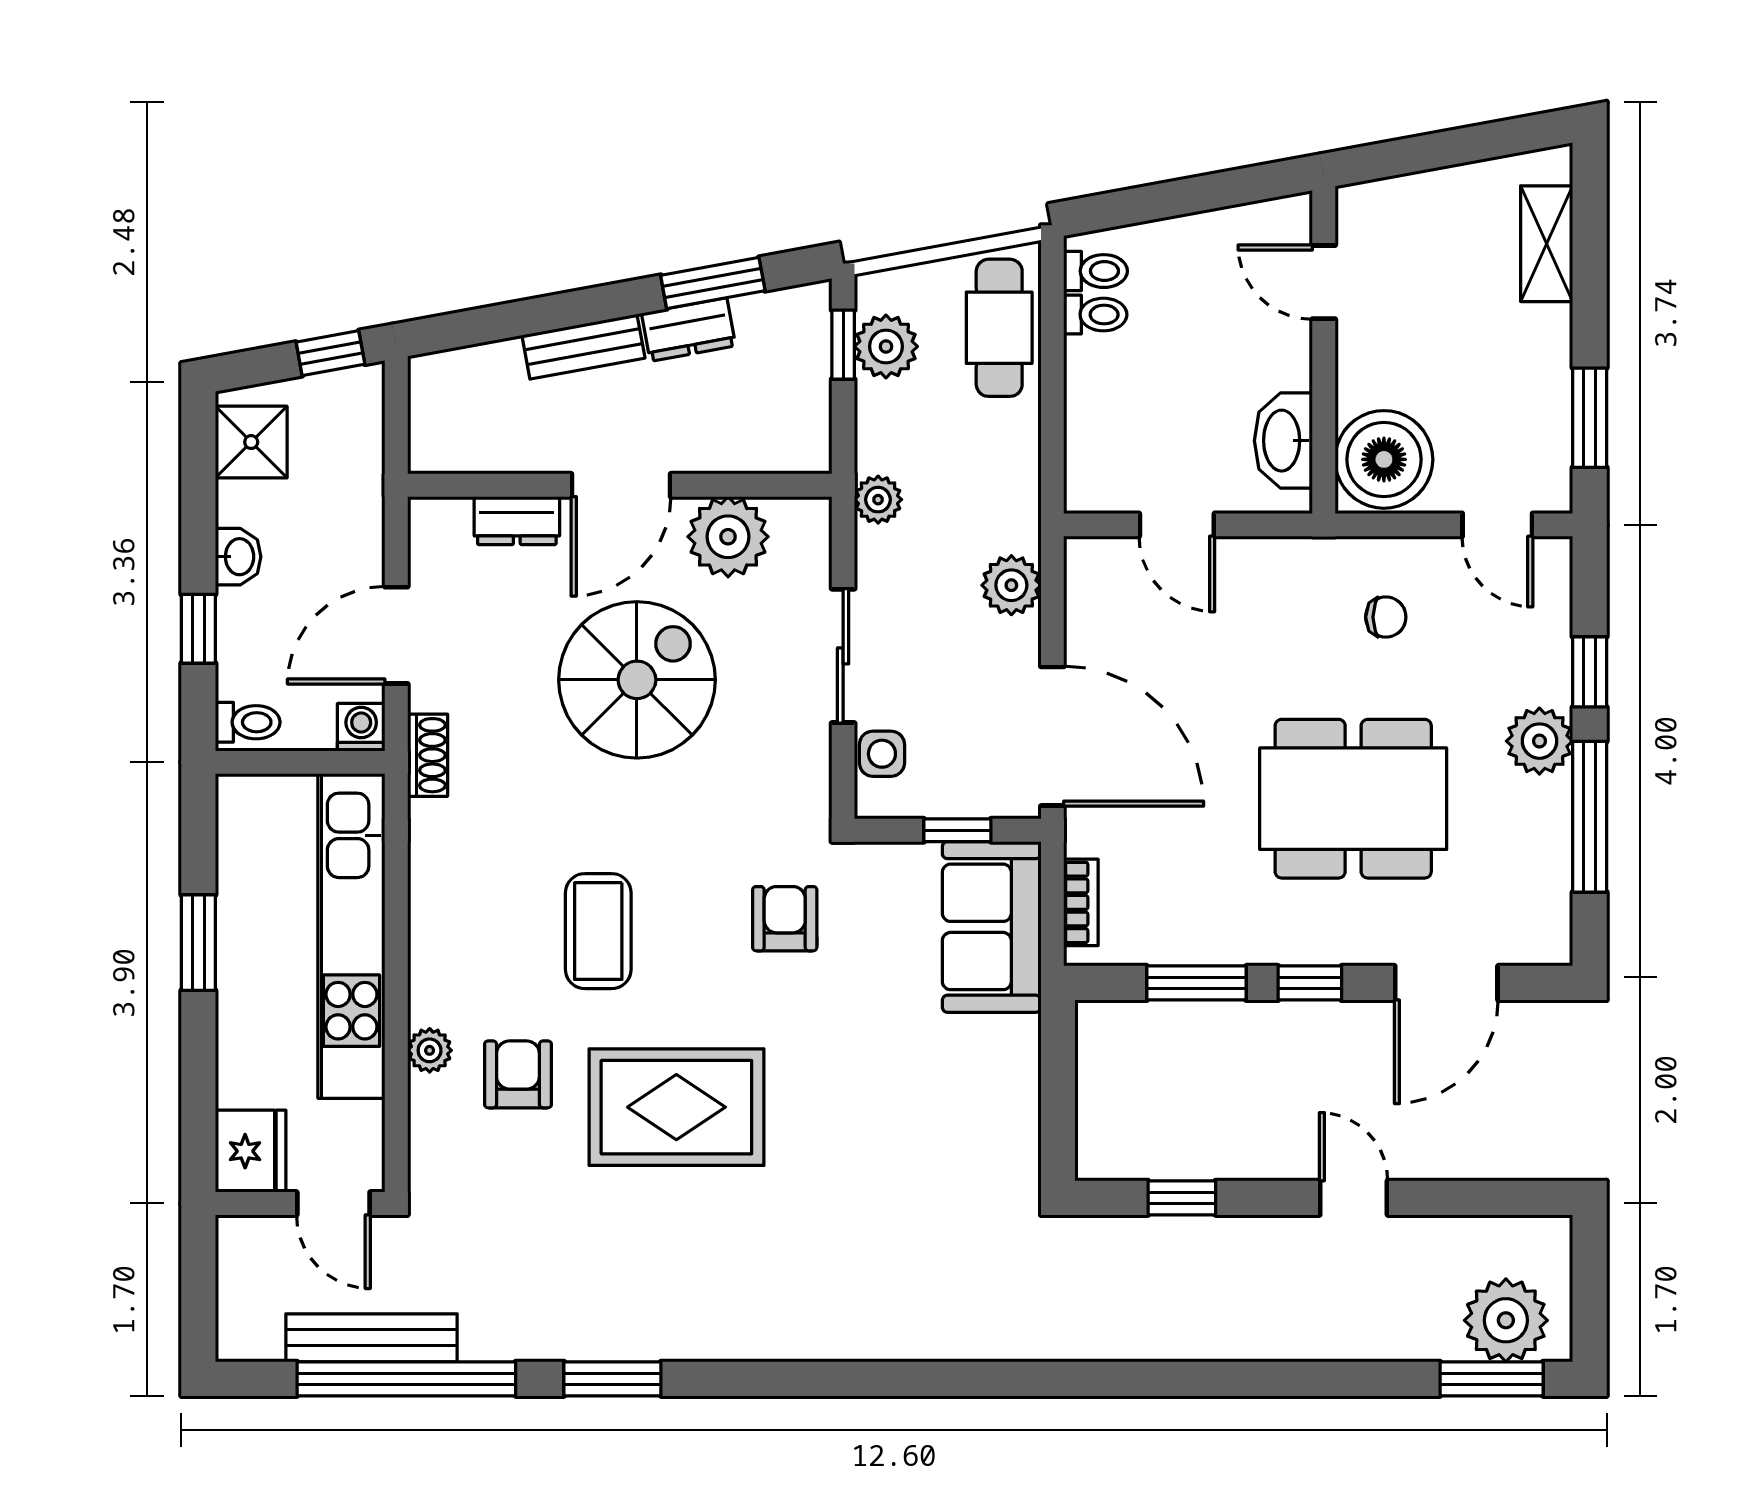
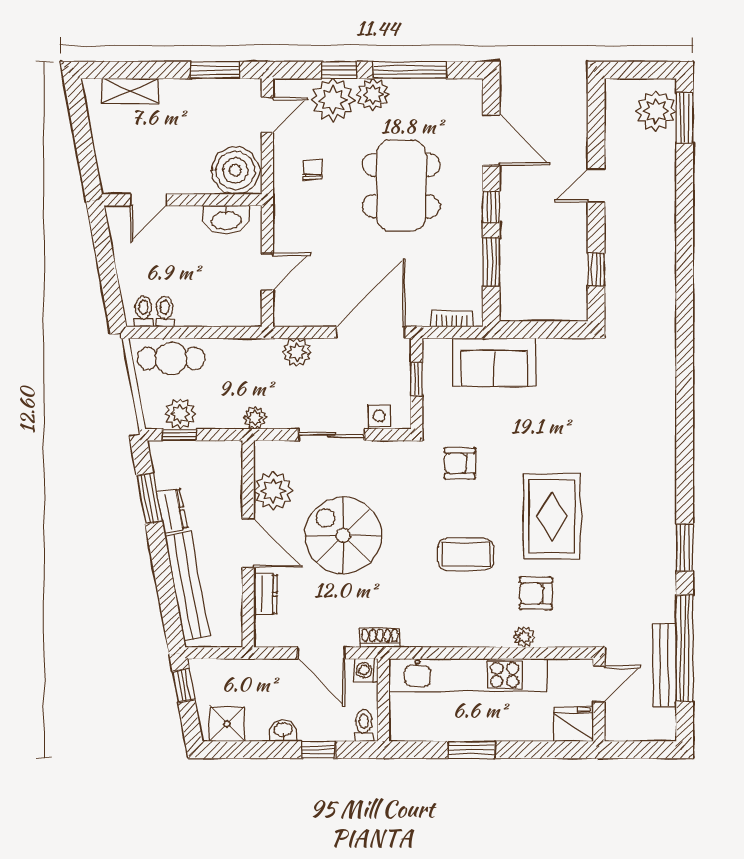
bench: (583, 347) -> (187, 585), width x1.86, depth x1.21
plant: (1528, 659) -> (333, 100), added
sofa: (992, 927) -> (494, 362), moved

